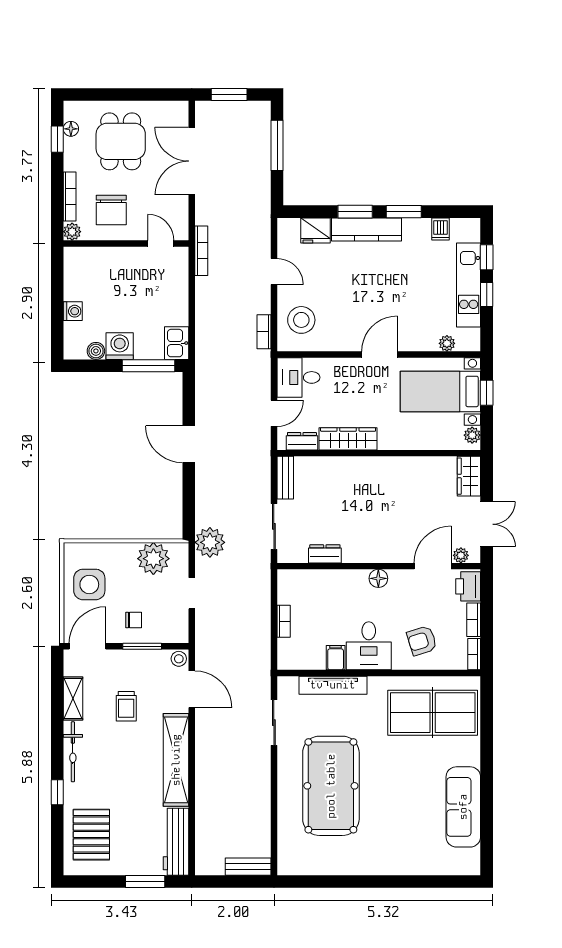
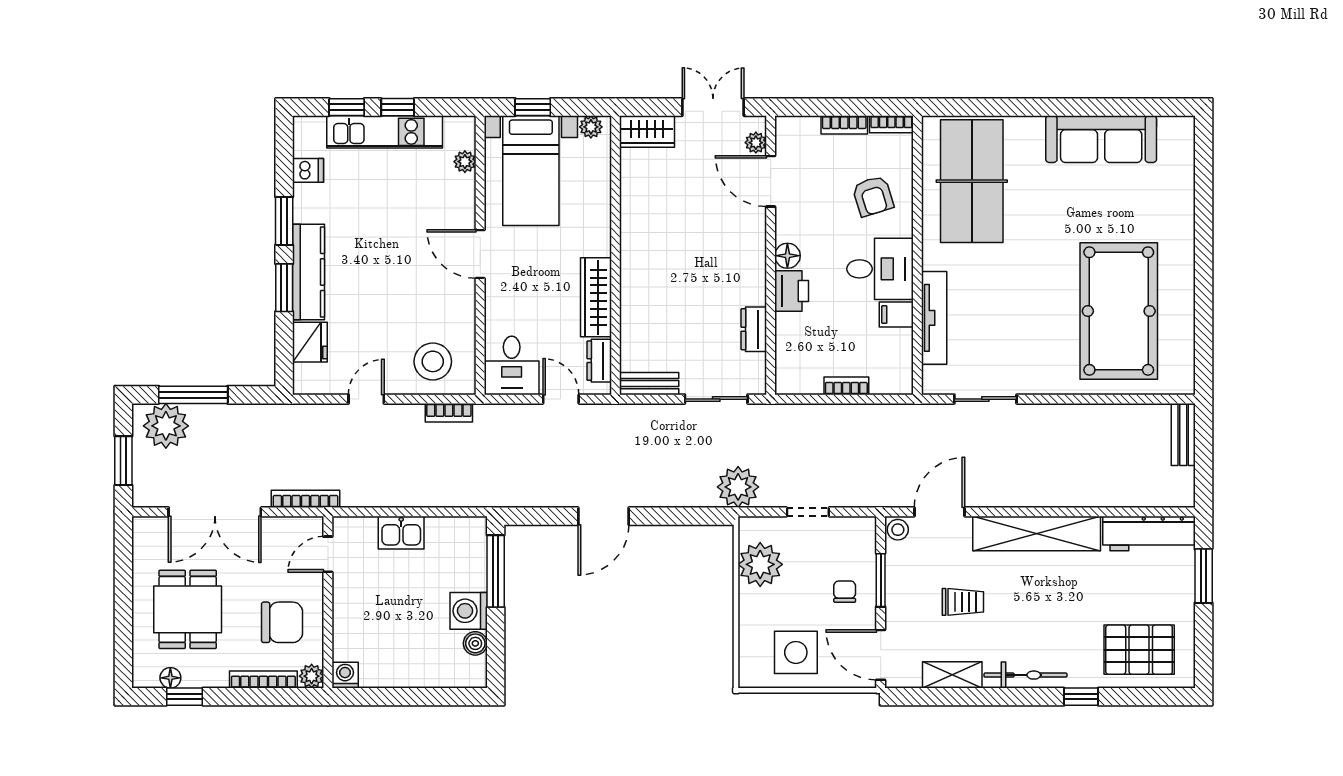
plant: (254, 126) -> (166, 426), added
dining table: (121, 141) -> (188, 609), turned 90
bookcase: (201, 251) -> (305, 499), moved
washing machine: (73, 311) -> (345, 675), moved
kitchen sink: (177, 343) -> (401, 533), moved
printer: (468, 586) -> (792, 291), moved, turned -90
pool table: (331, 786) -> (1119, 311), moved, turned 90

